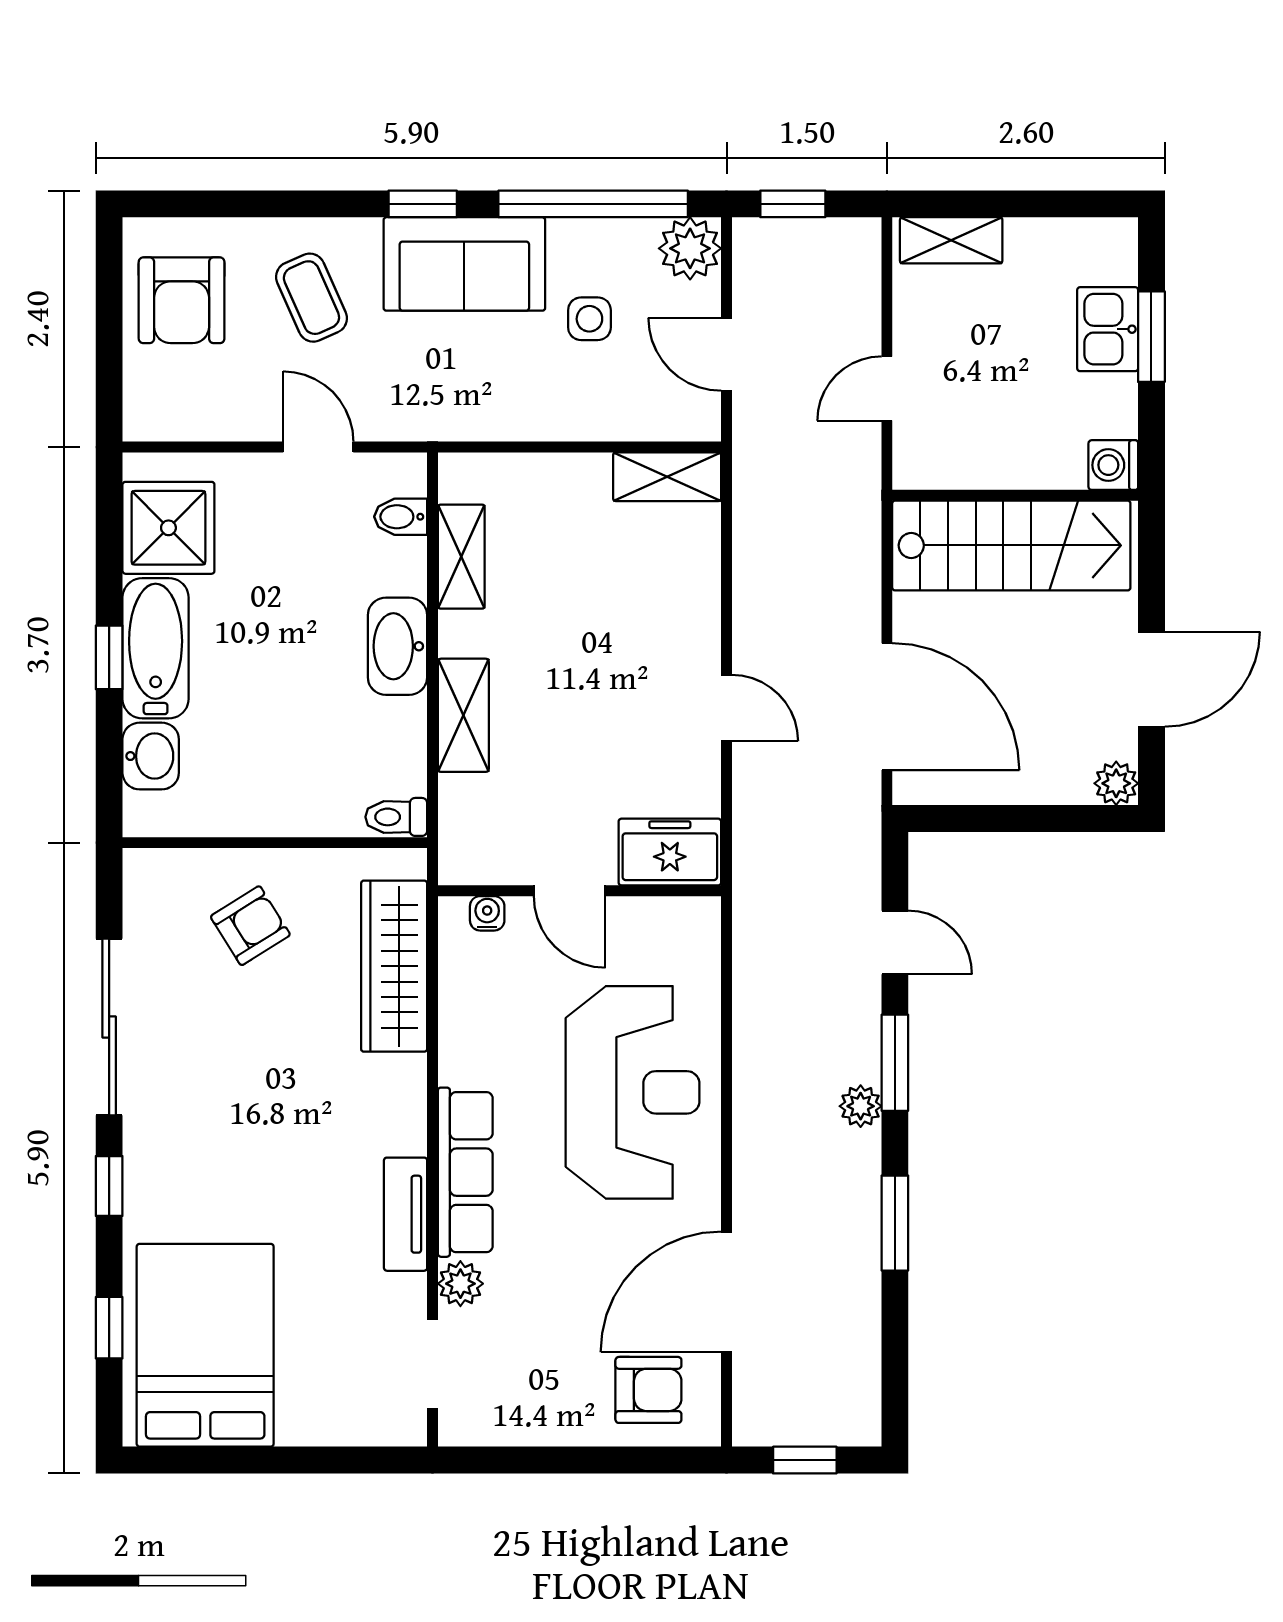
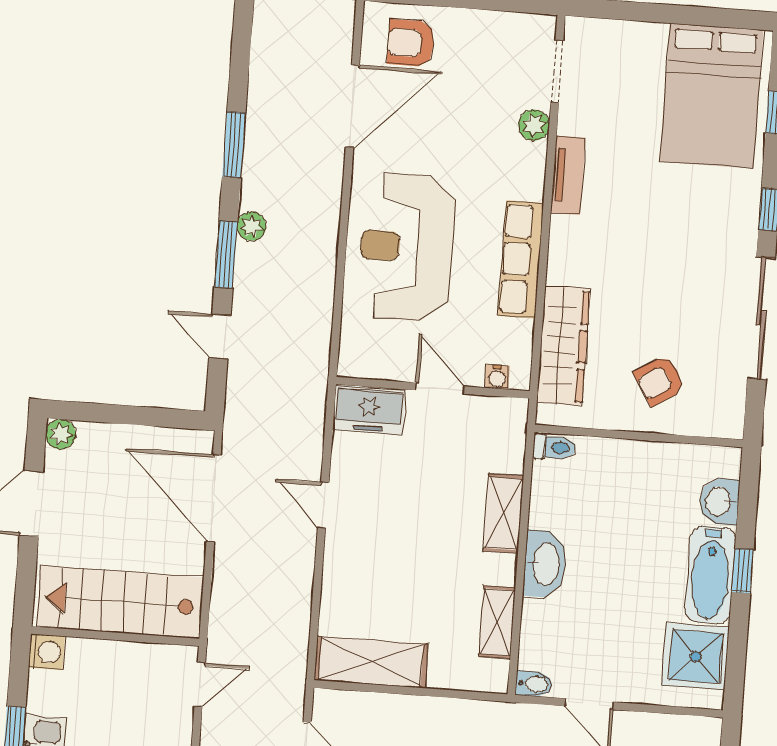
door: (887, 389) -> (200, 684), moved
shelving: (667, 477) -> (371, 662), width x1.50, depth x1.33
bidet: (401, 517) -> (534, 684), moved
row of seats: (465, 1172) -> (521, 259), moved

